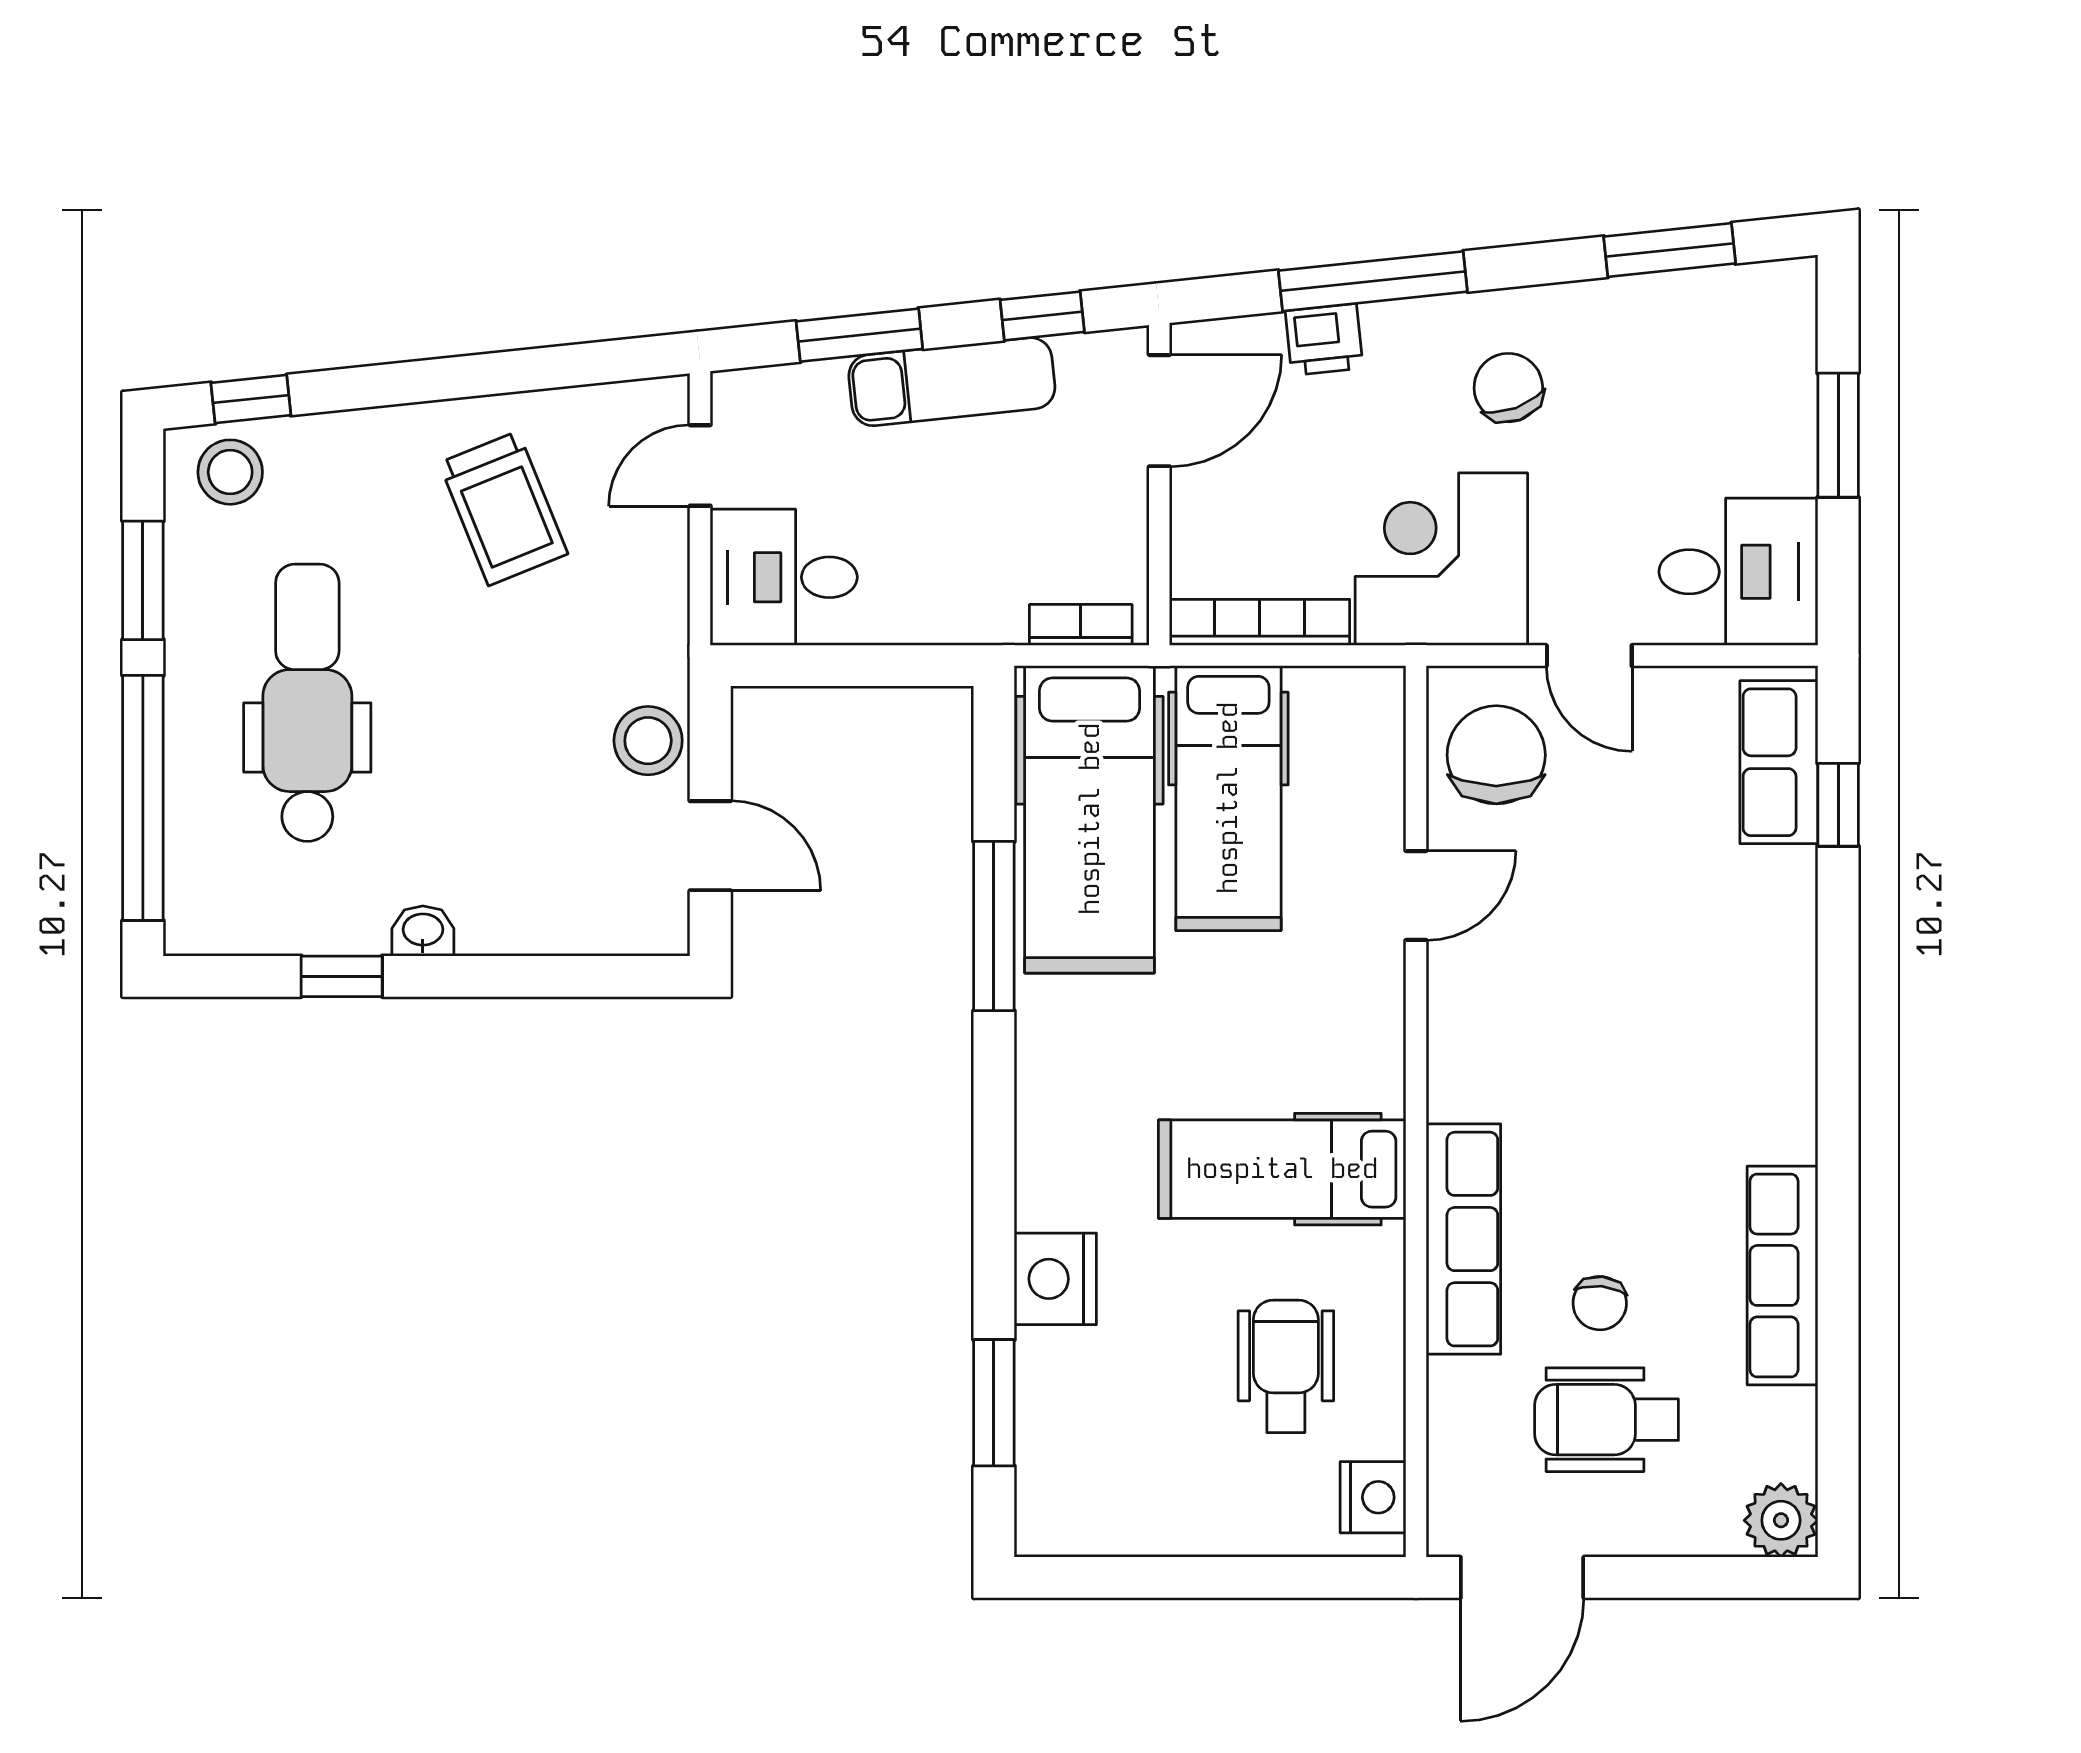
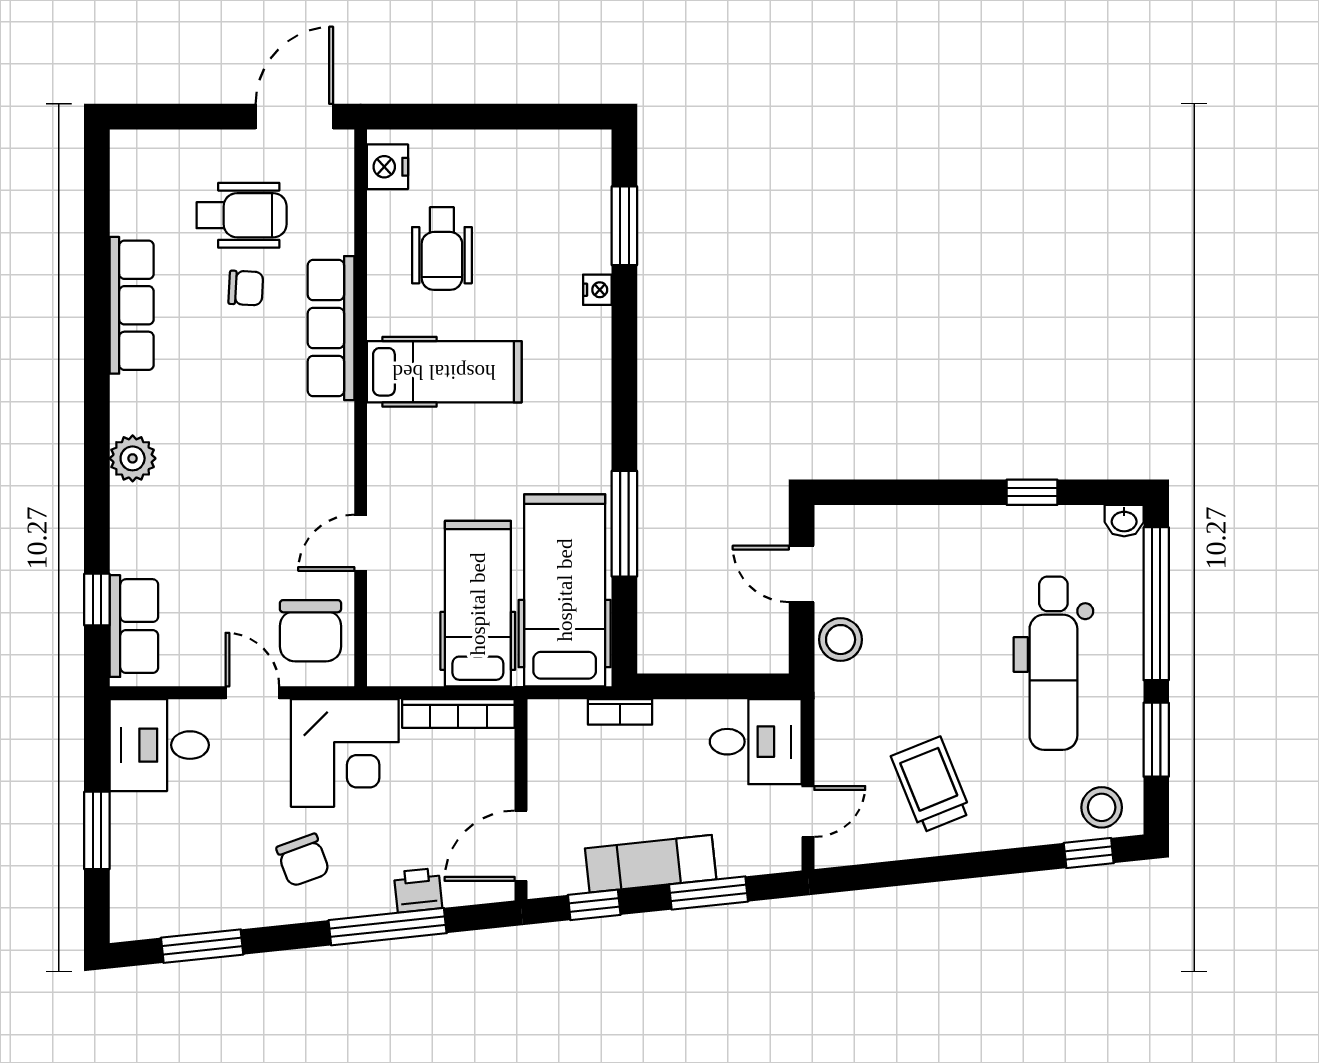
bookcase: (1081, 625) -> (620, 712), moved
washbasin: (423, 931) -> (1124, 521), moved
nightstand: (1055, 1279) -> (597, 290), width x0.53, depth x0.56
chair: (1600, 1303) -> (246, 288), turned 87
plant: (1781, 1520) -> (133, 458), moved

